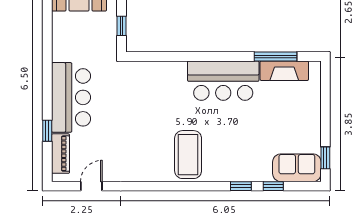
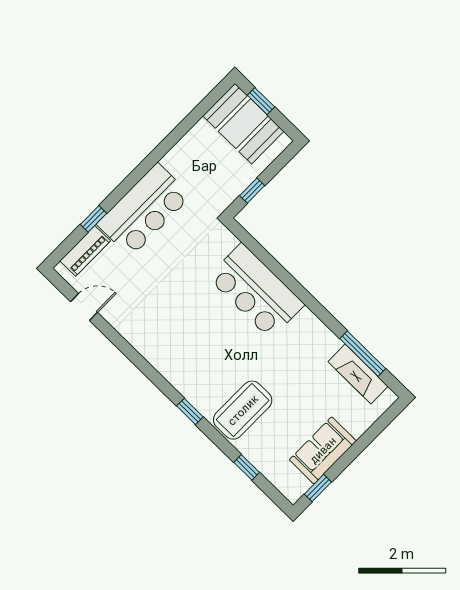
bar counter: (223, 81) -> (256, 291), moved
coffee table: (188, 155) -> (243, 410), moved
sofa: (297, 168) -> (323, 450), moved, turned -90
window: (241, 186) -> (190, 411), moved

